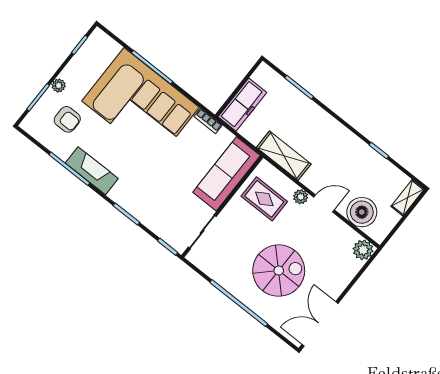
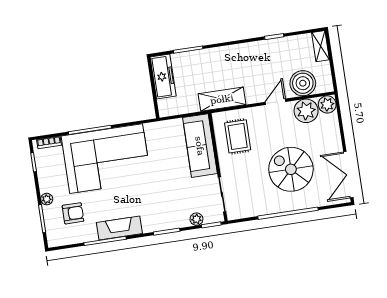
freezer: (242, 105) -> (163, 76), moved
bookcase: (208, 121) -> (49, 142), moved
plant: (301, 197) -> (306, 111), moved, width x1.87, depth x1.87
rug: (264, 199) -> (238, 136), turned 90
plant: (161, 230) -> (196, 219), added
spiral stairs: (279, 271) -> (291, 169), turned -90

